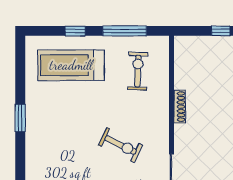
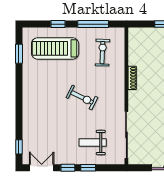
window: (20, 118) -> (19, 54), moved
exercise bike: (121, 145) -> (82, 97), moved

